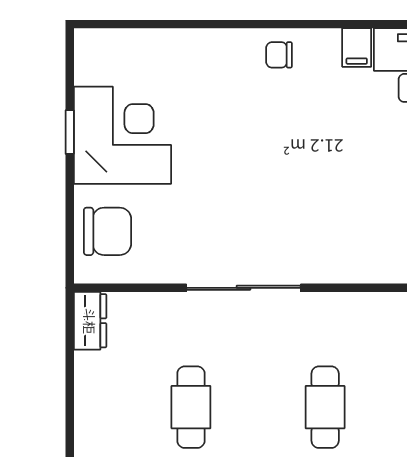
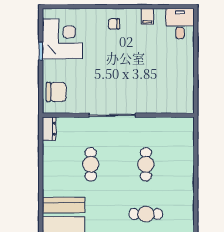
filing cabinet: (357, 48) -> (147, 16), moved
chair: (279, 55) -> (114, 24), moved
corner desk: (123, 135) -> (62, 39), moved

